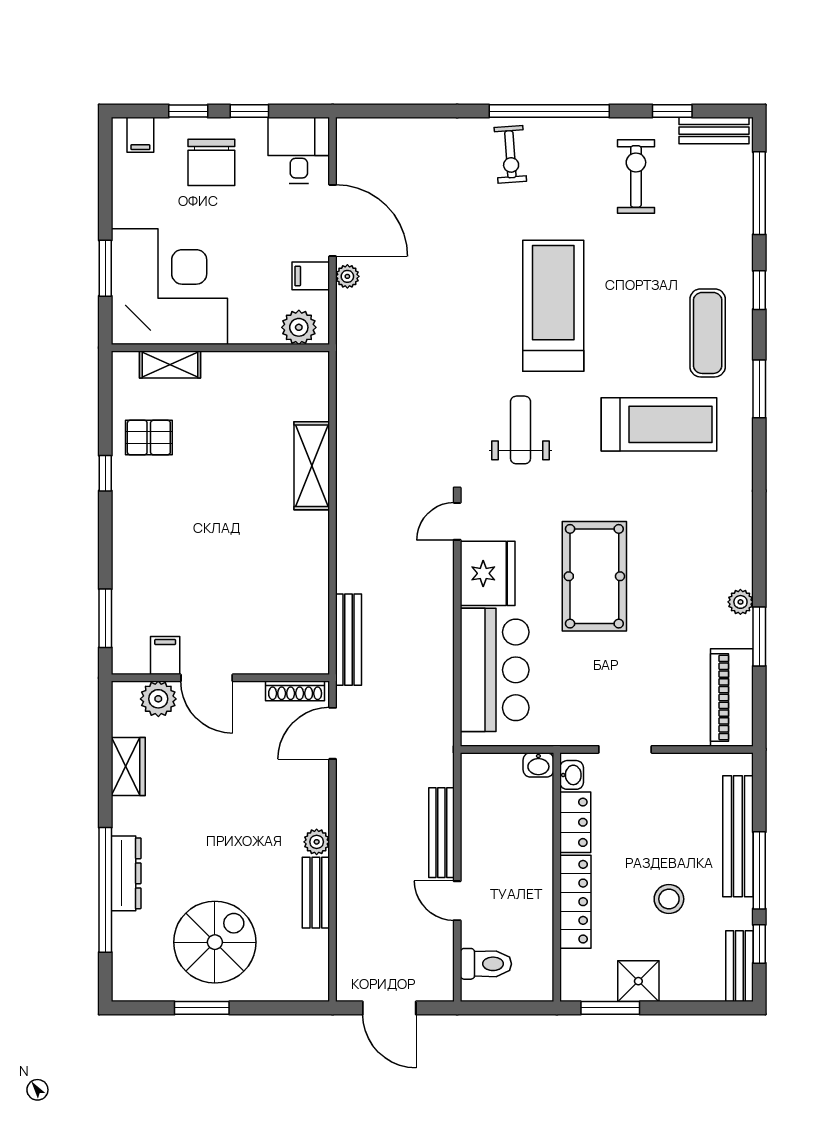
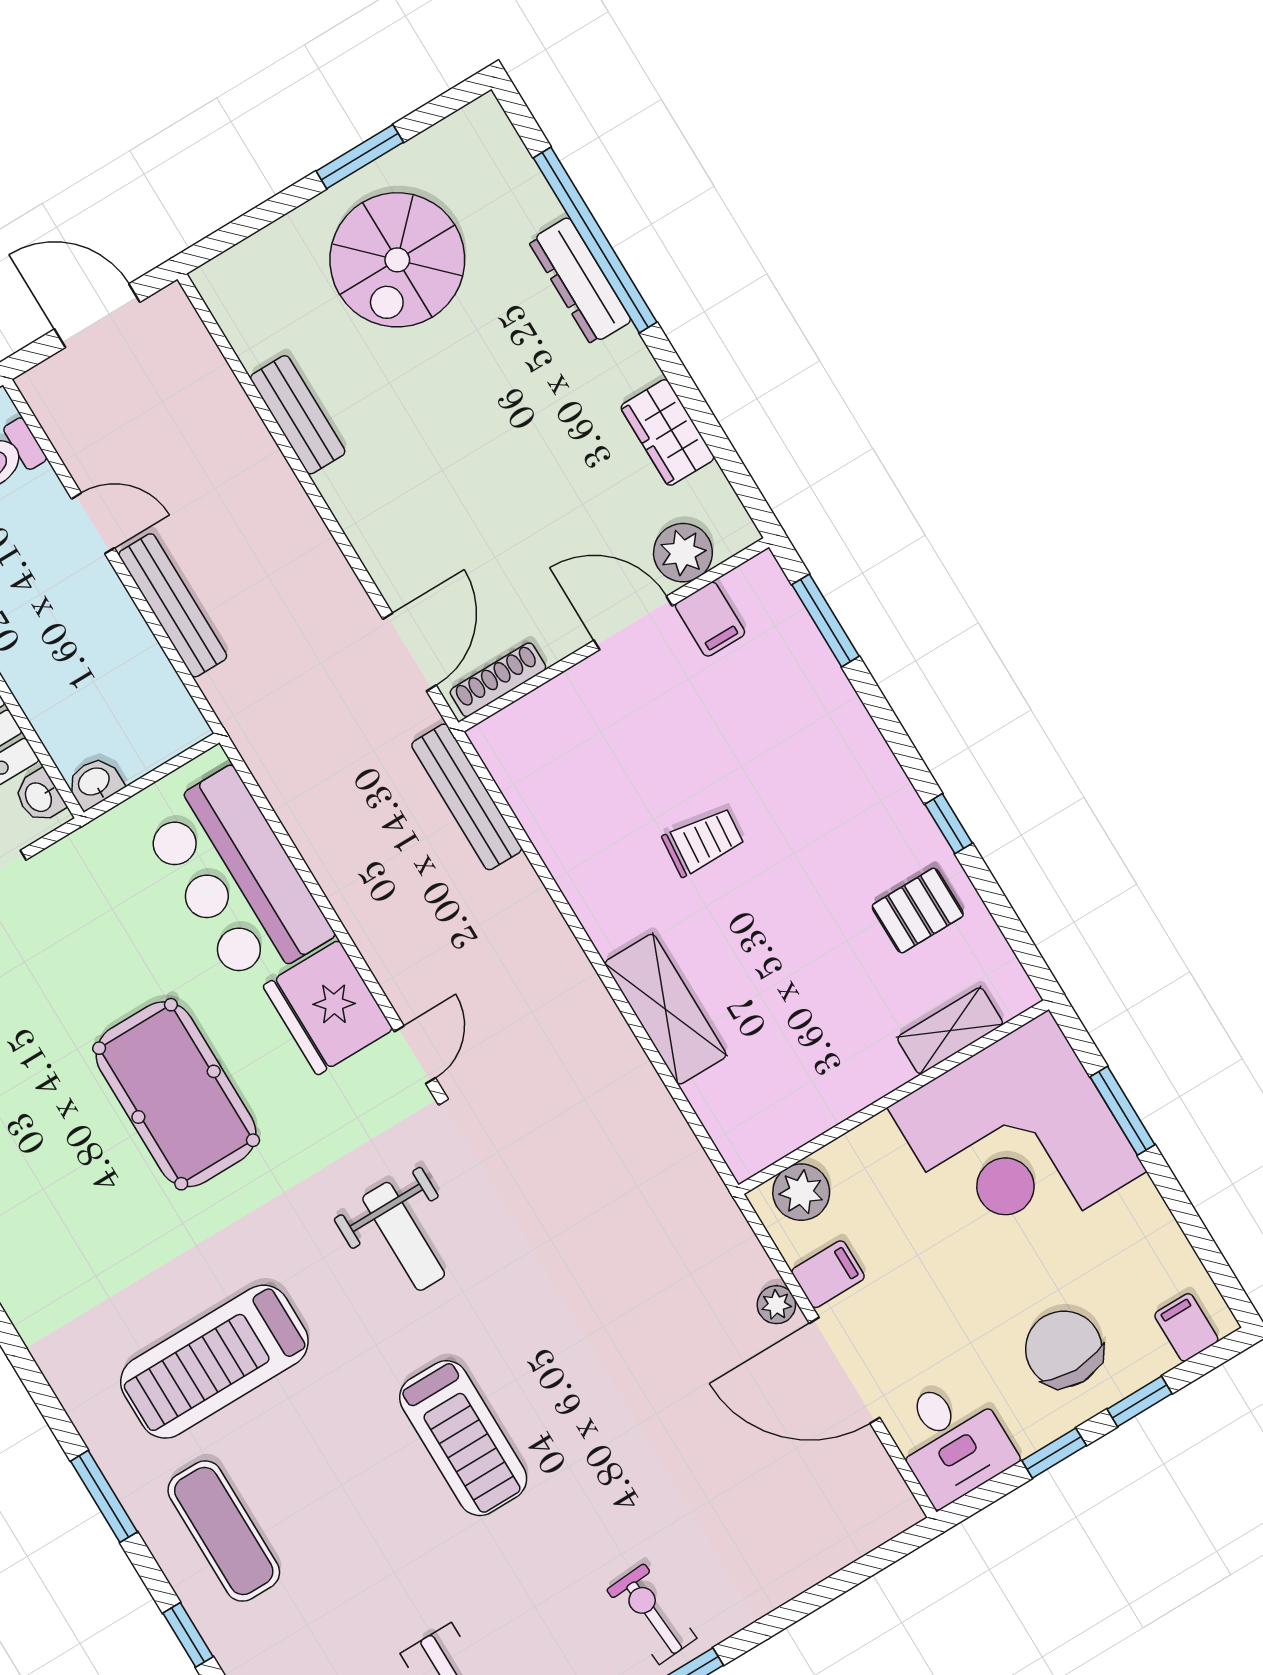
treadmill: (553, 306) -> (463, 1438), width x0.73, depth x0.73
trolley: (239, 541) -> (703, 842), added
plant: (317, 842) -> (340, 487), removed

